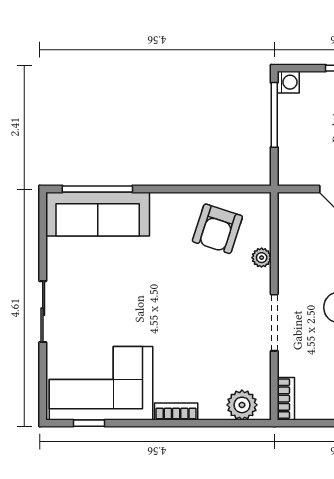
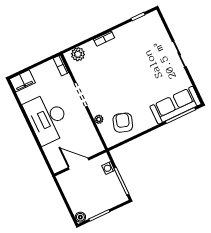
washing machine: (288, 82) -> (108, 168), moved
corner sofa: (101, 383) -> (141, 36), removed

